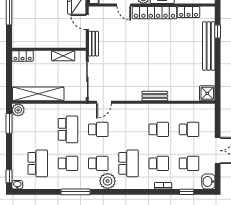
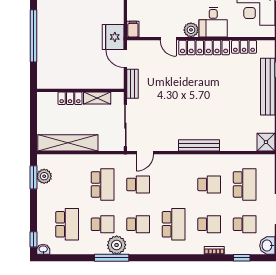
locker: (23, 56) -> (70, 98), moved
bench: (155, 96) -> (199, 145), width x1.36
plant: (18, 110) -> (44, 176), moved
school desk: (189, 129) -> (245, 184), width x1.85
plant: (108, 181) -> (117, 245), moved

